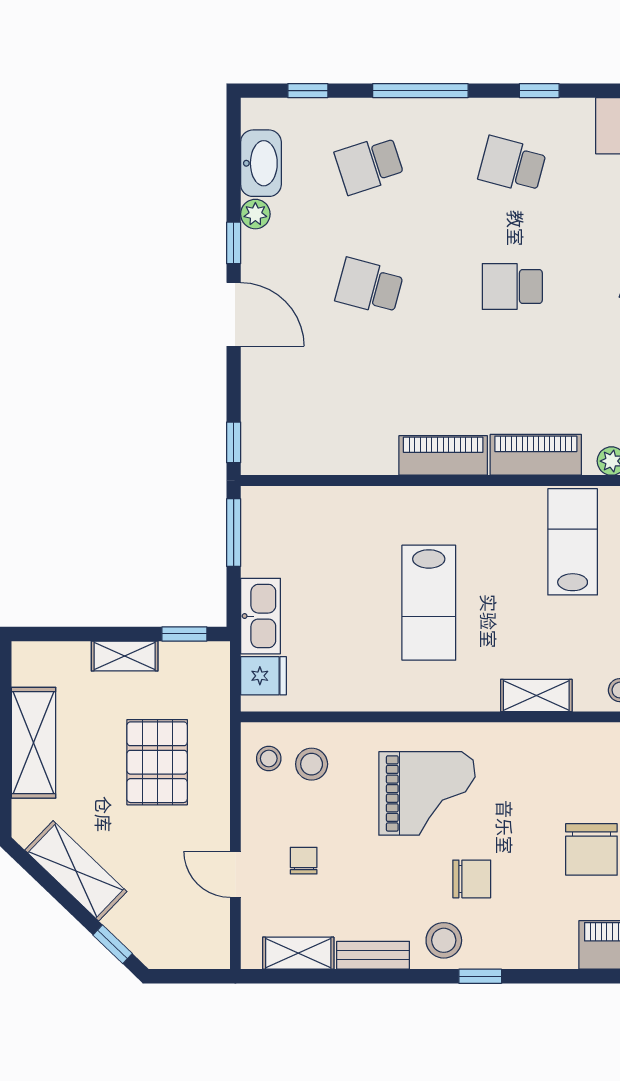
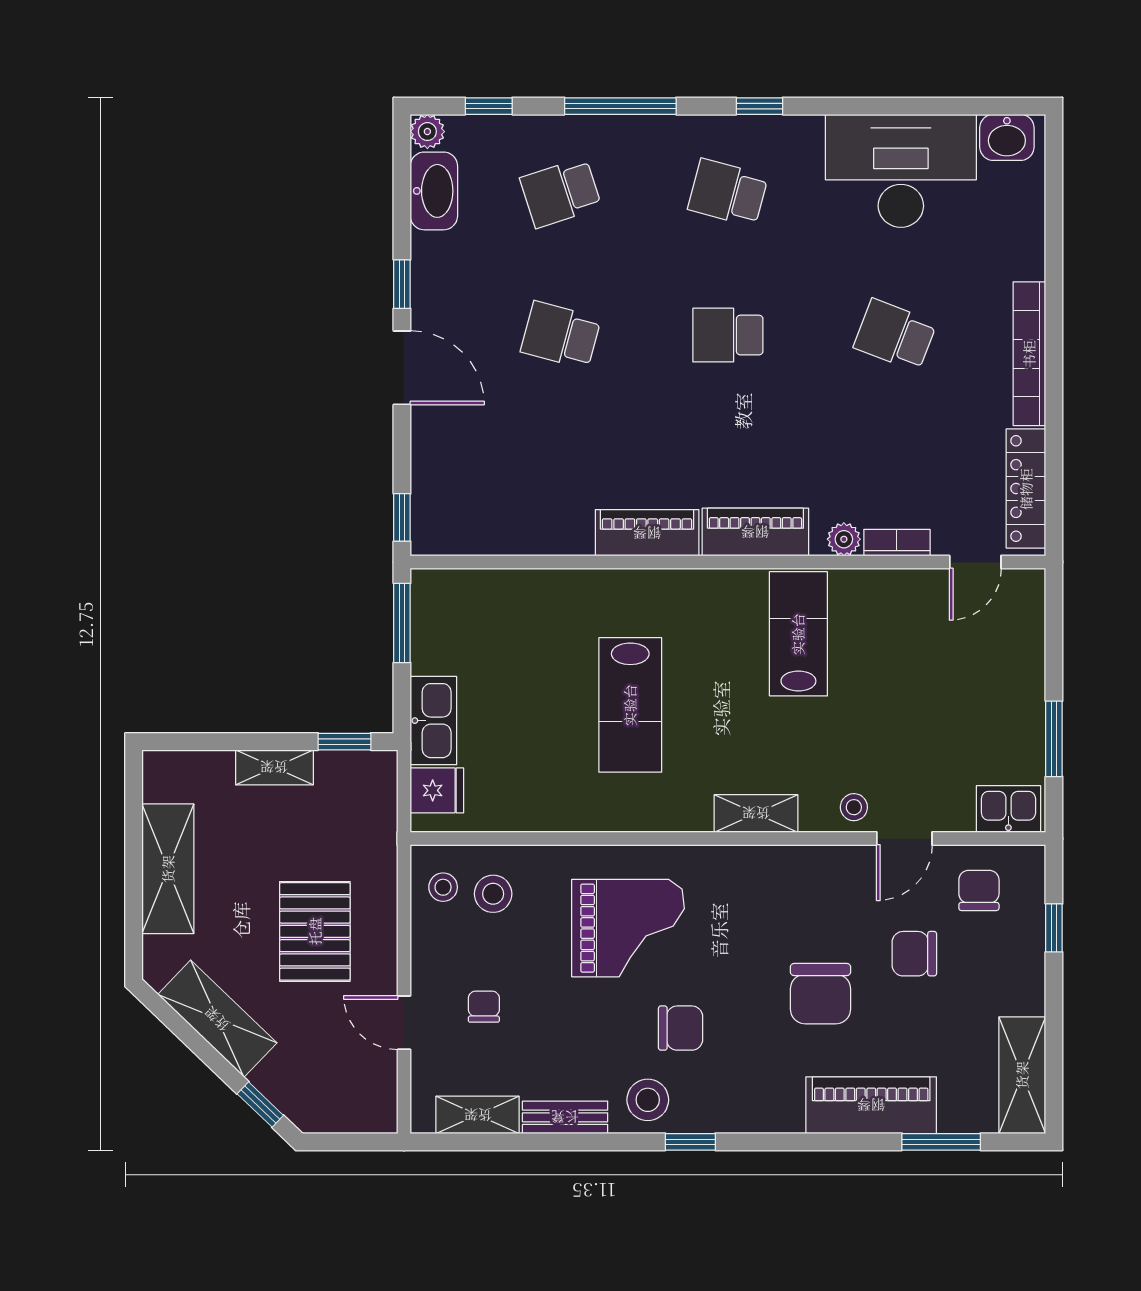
plant: (255, 214) -> (427, 132), moved
pallet: (157, 762) -> (315, 931), moved

